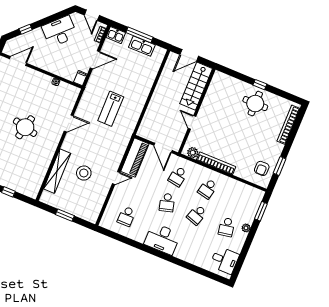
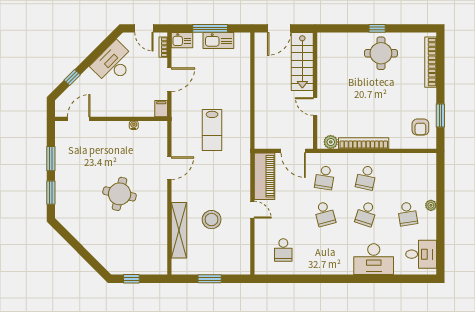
door: (116, 178) -> (252, 210), hinge flipped
window: (261, 211) -> (440, 178), removed
desk: (162, 239) -> (374, 259), moved

